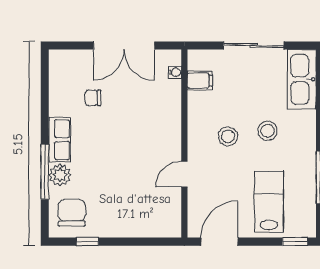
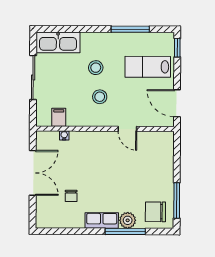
water cooler: (175, 72) -> (64, 135), moved
window: (87, 242) -> (177, 200), width x2.17

